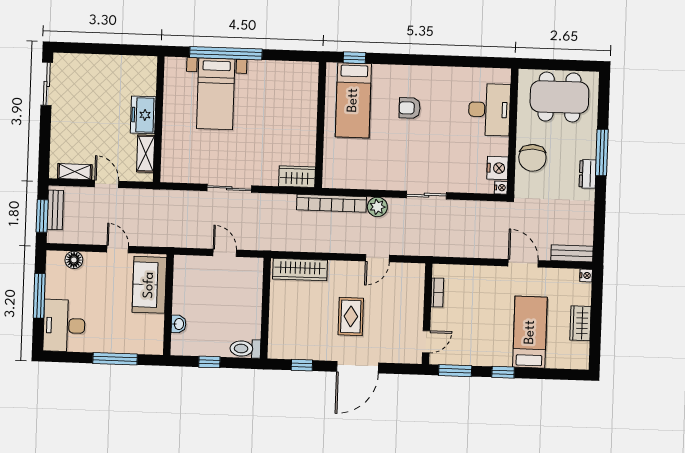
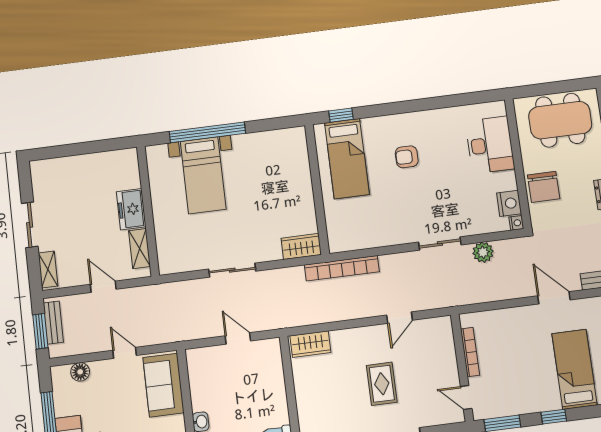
sliding door: (47, 84) -> (30, 225), moved
shelving: (75, 172) -> (48, 269), moved, turned 90
plant: (377, 207) -> (483, 252), moved
wardrobe: (300, 270) -> (310, 344), width x0.67
bookcase: (437, 293) -> (470, 352), width x1.56
door: (426, 342) -> (466, 397), swing flipped

